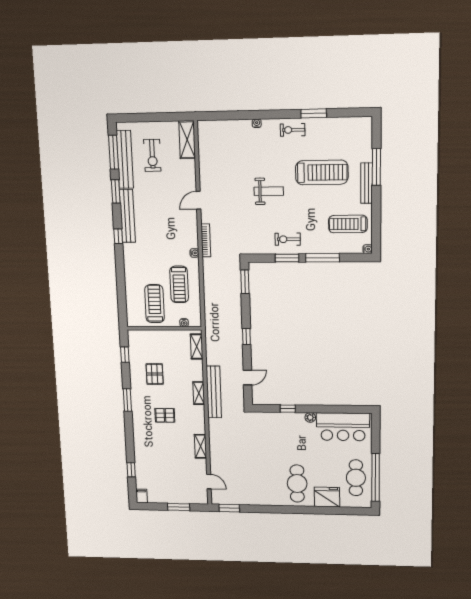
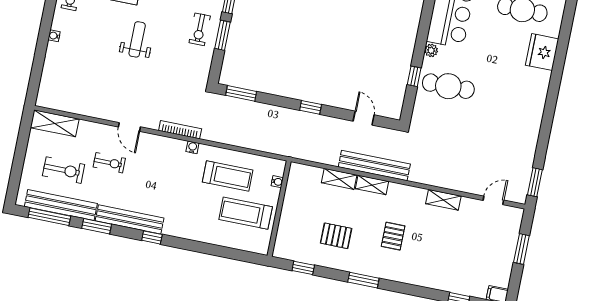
exercise bike: (167, 190) -> (109, 163), added
shelving: (197, 347) -> (339, 179), moved
cafe table: (297, 483) -> (448, 86), moved

